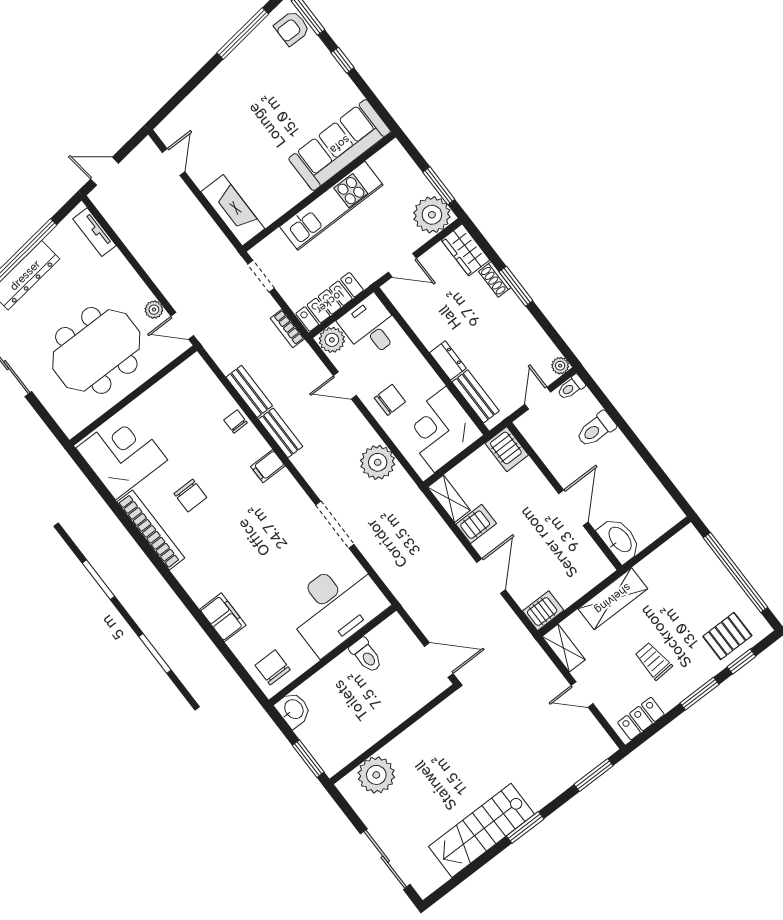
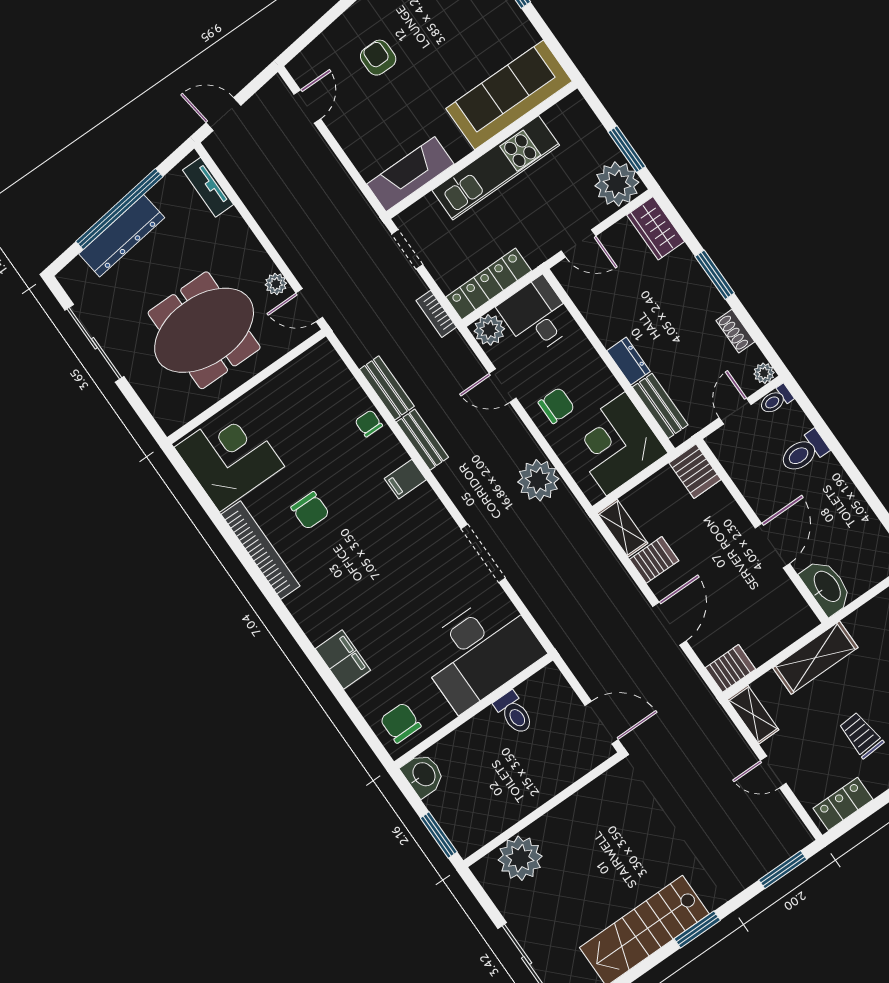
armchair: (230, 119) -> (378, 58), added
fireplace: (233, 210) -> (410, 174), moved, turned -90
shoe rack: (495, 279) -> (735, 331), moved

